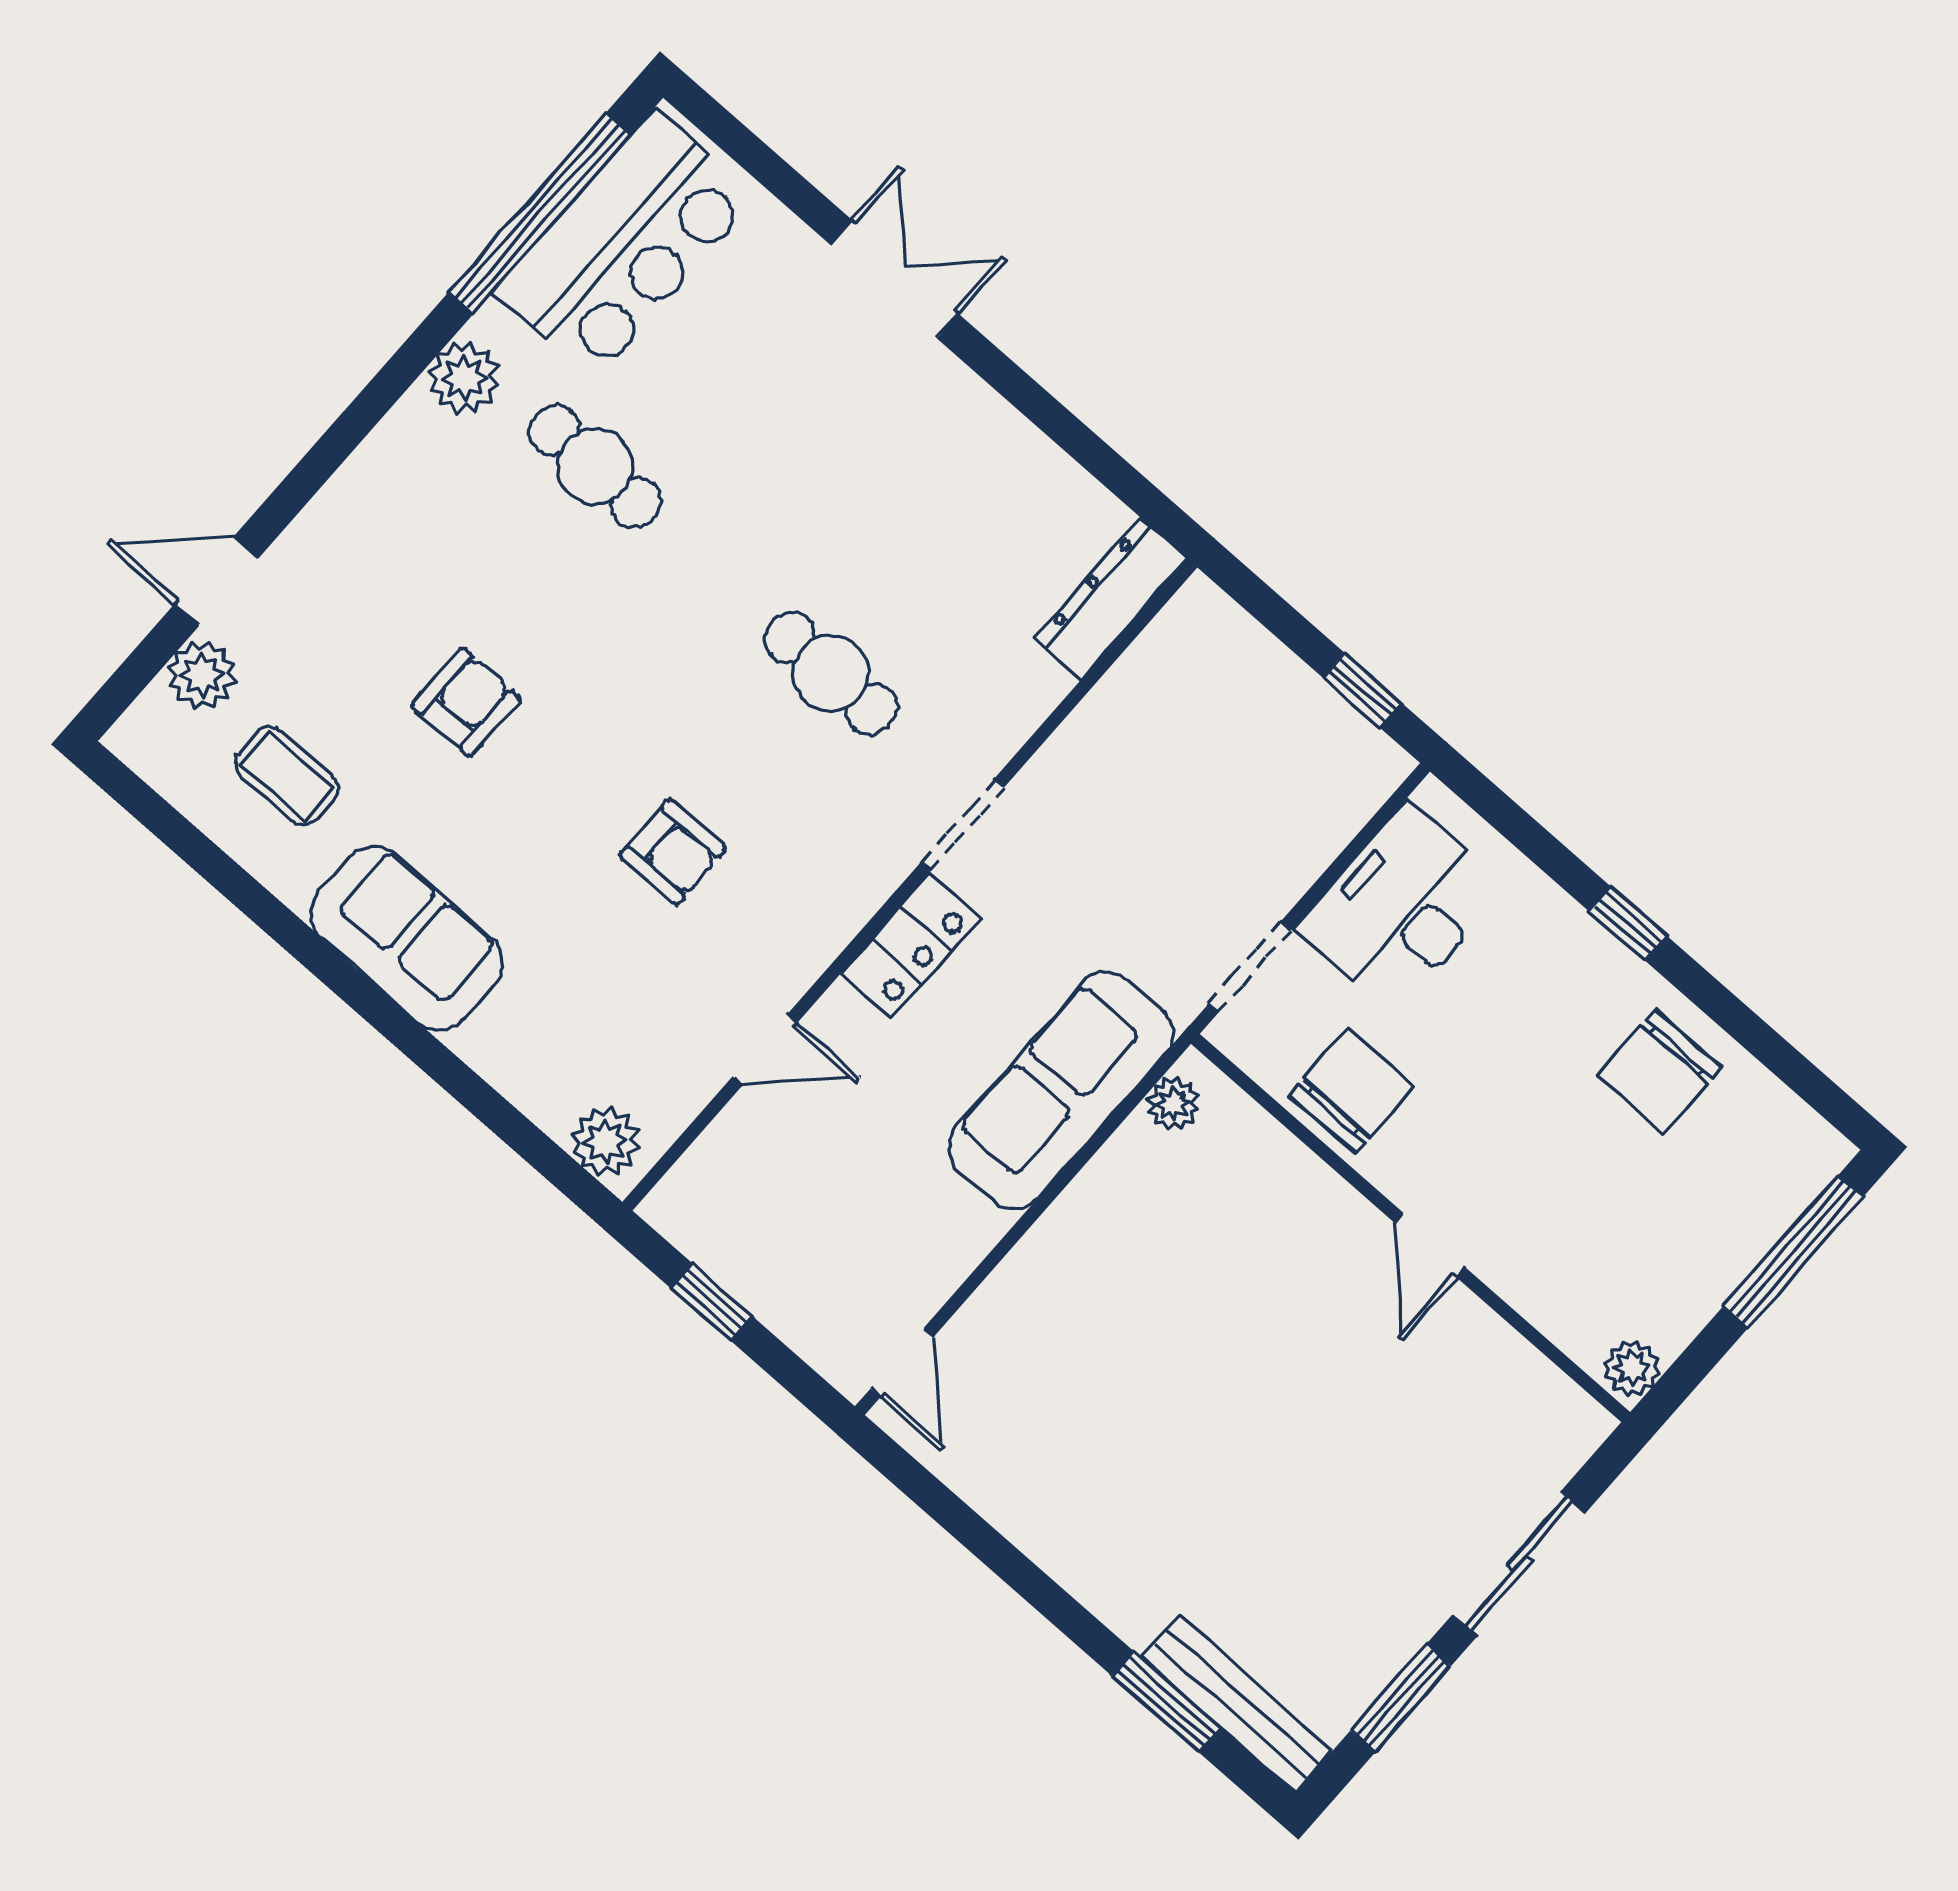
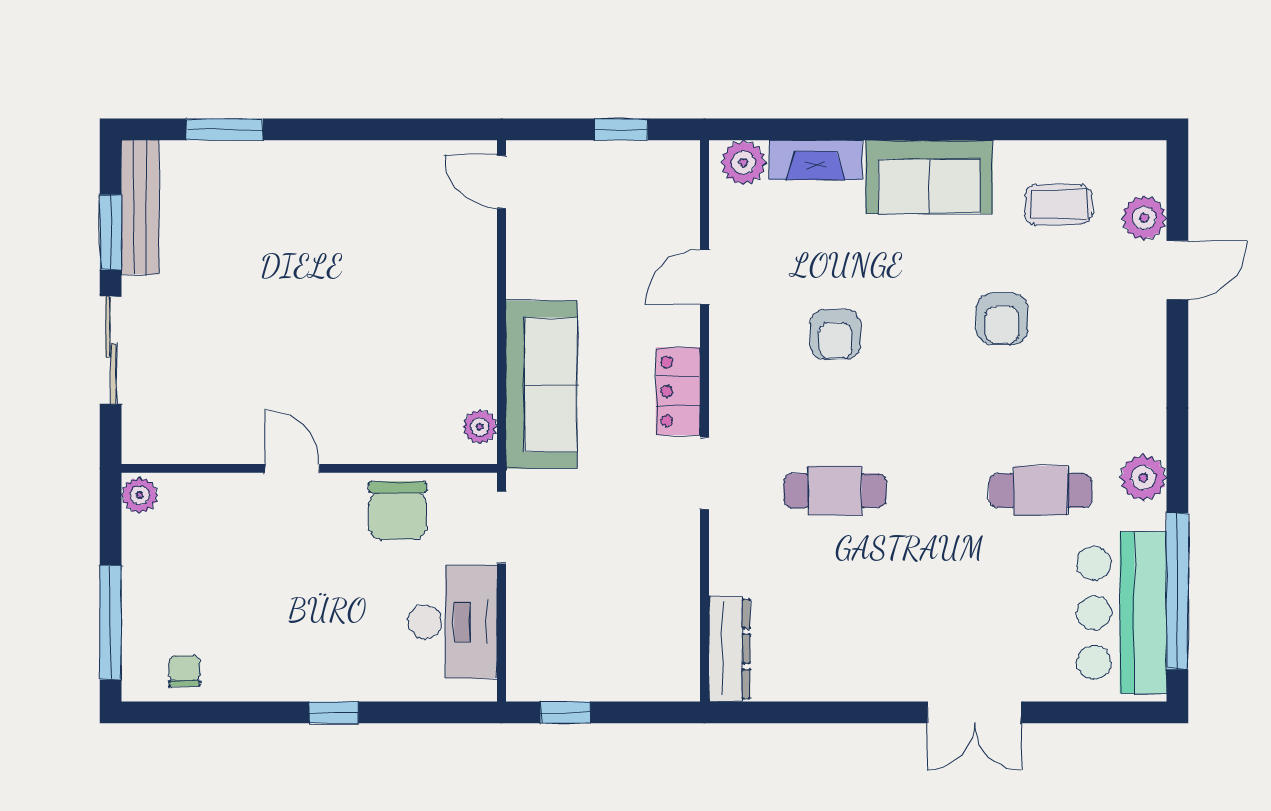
armchair: (673, 852) -> (835, 334), turned -90
fireplace: (520, 1072) -> (816, 160), added
chair: (1659, 1072) -> (185, 671), moved, width x0.54, depth x0.54
bench: (1237, 1704) -> (140, 207), moved, turned 90

